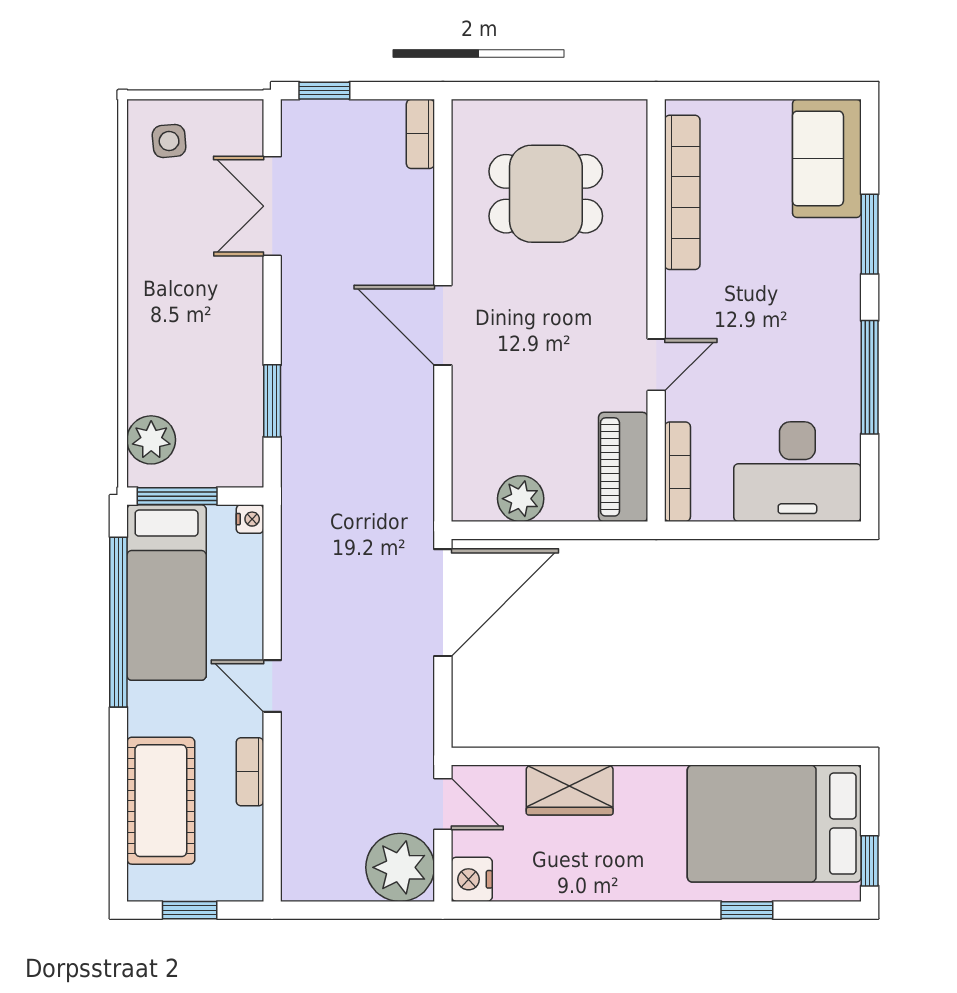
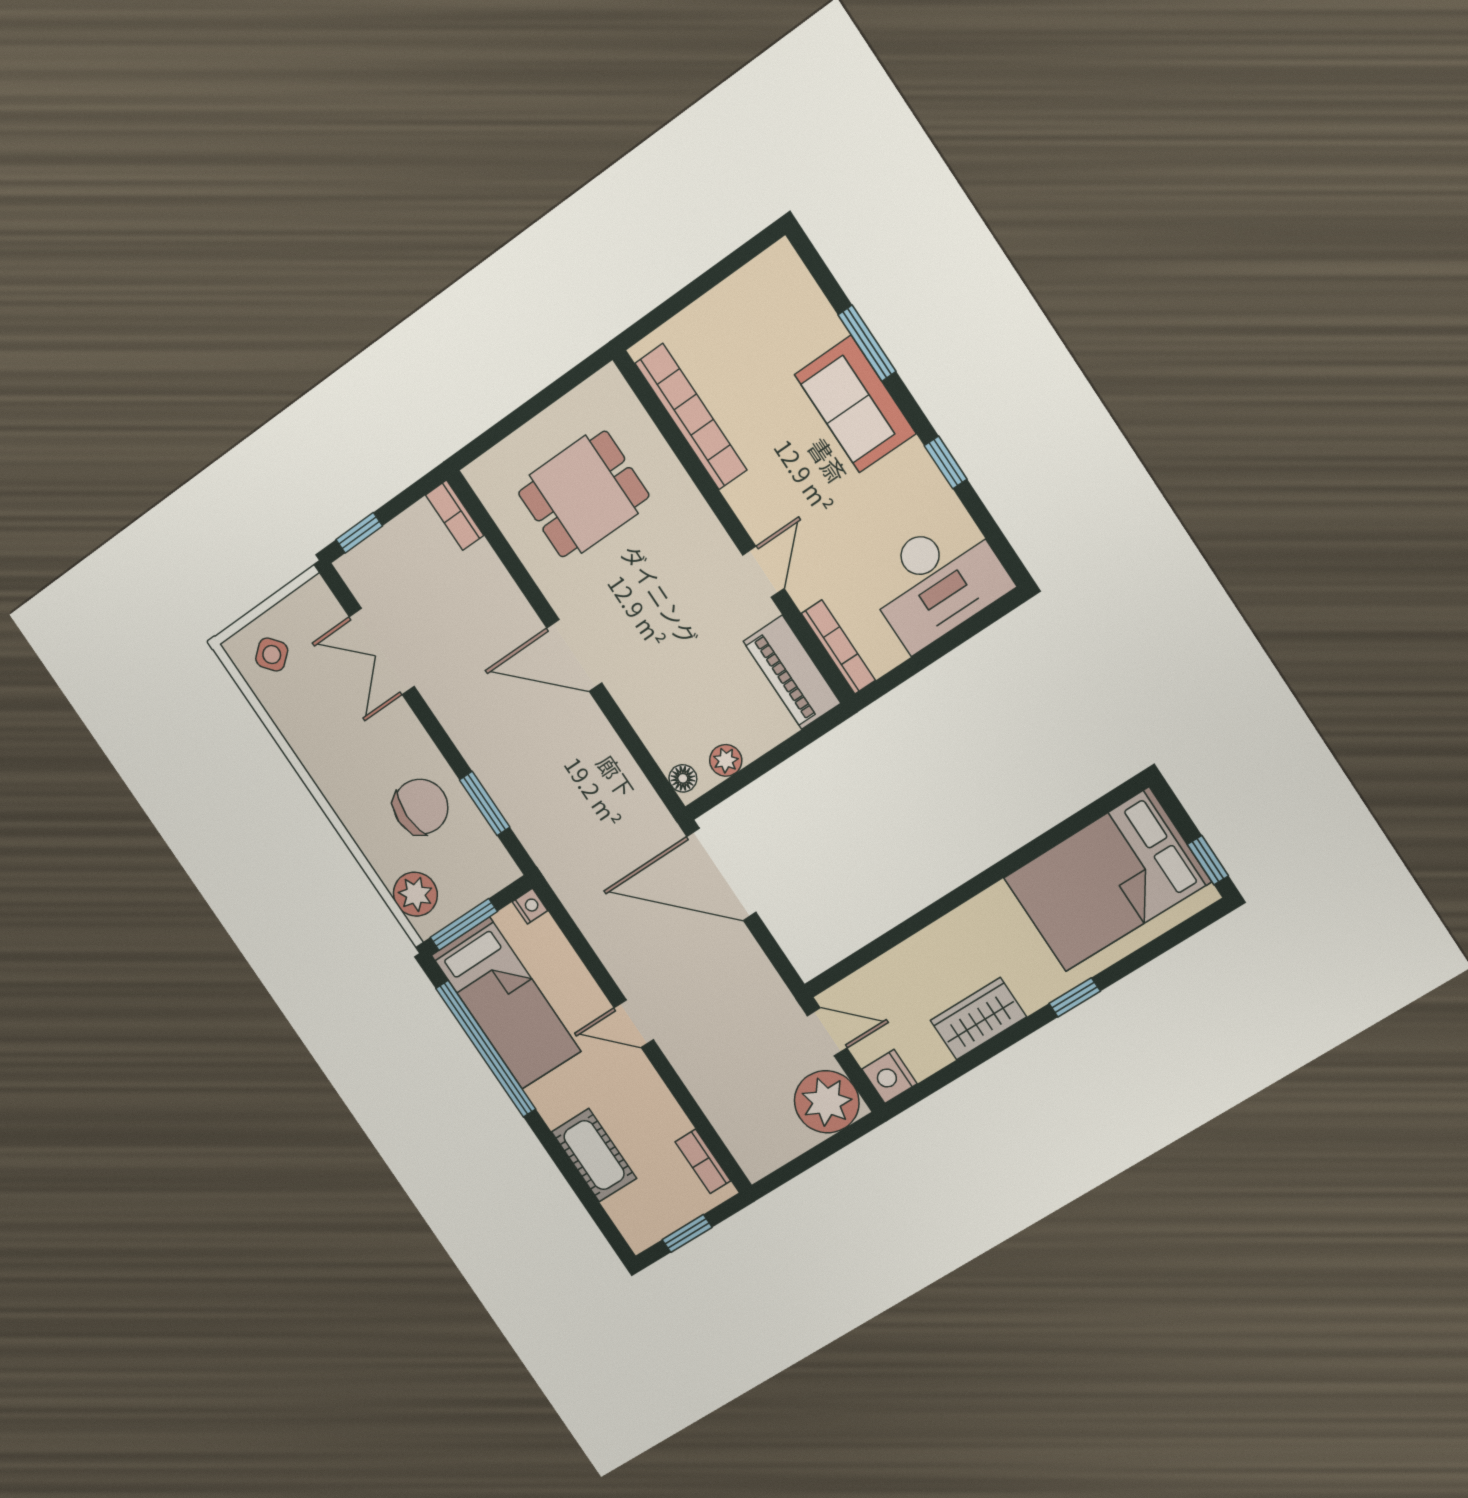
side table: (169, 141) -> (272, 655), turned -34
sofa: (827, 158) -> (855, 404), moved
chair: (211, 365) -> (421, 807), added
window: (870, 377) -> (946, 462), width x0.46
floor lamp: (466, 496) -> (683, 778), added
plant: (521, 499) -> (726, 760), width x0.73, depth x0.73
door: (443, 603) -> (721, 874), swing flipped
bookcase: (250, 772) -> (703, 1161), moved
wardrobe: (570, 790) -> (978, 1019), moved, turned 180
cot: (161, 801) -> (594, 1155), width x0.73, depth x0.75
window: (747, 910) -> (1075, 997), moved

